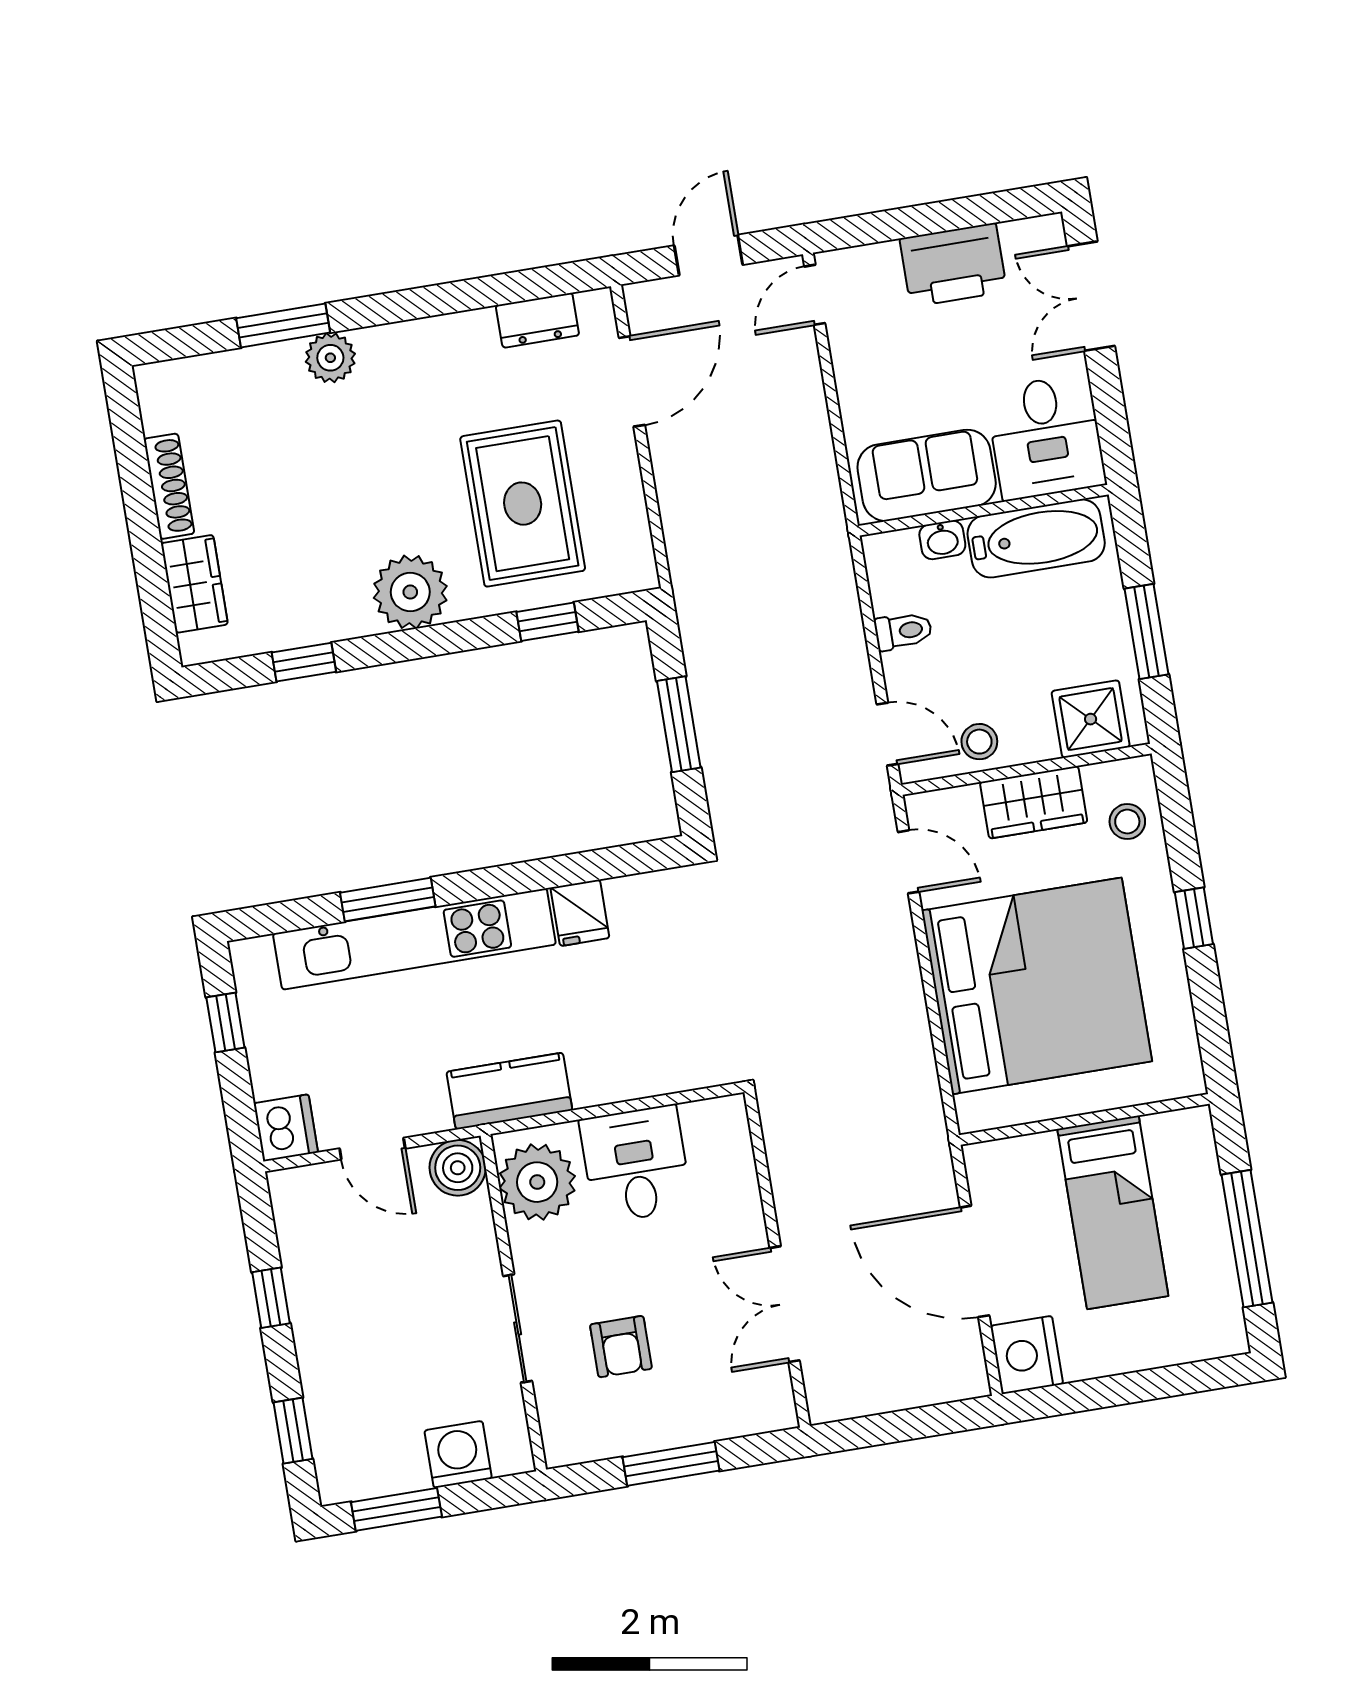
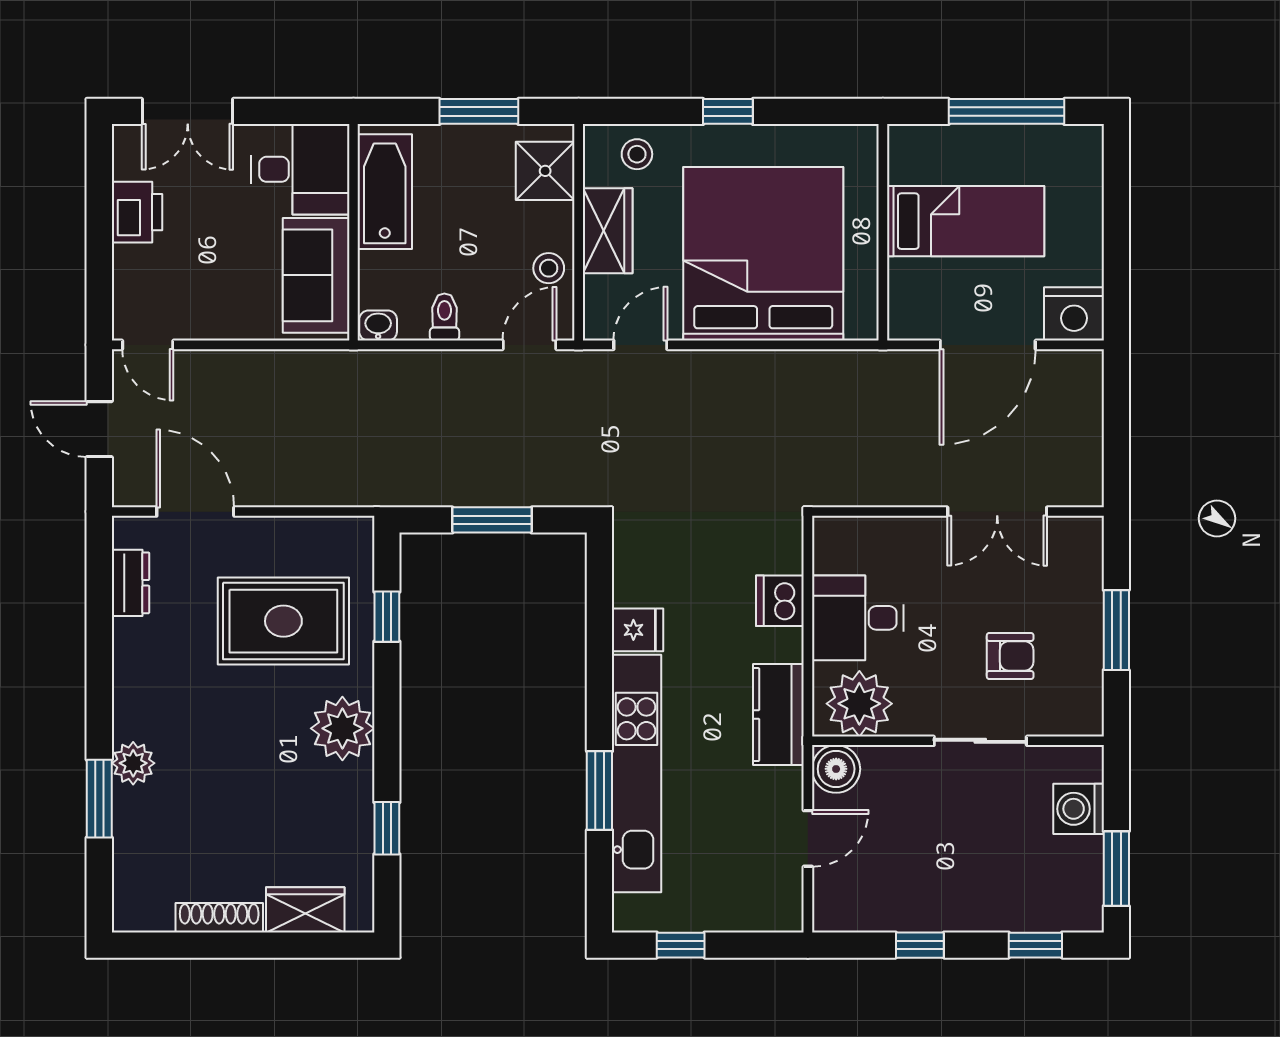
printer: (953, 265) -> (137, 212), width x0.73, depth x0.84
washbasin: (942, 540) -> (378, 326), moved, turned -90
dishwasher: (286, 1128) -> (780, 601), moved, turned -90

